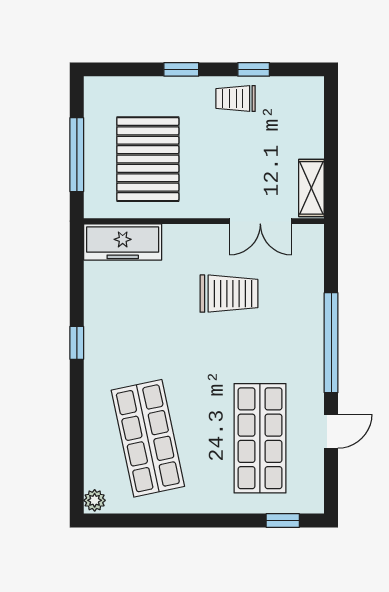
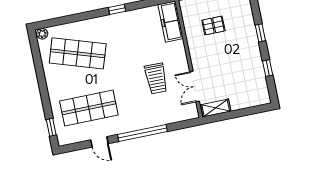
trolley: (236, 98) -> (252, 62), removed
pallet: (148, 159) -> (213, 26), width x0.49, depth x0.50
shop shelf: (148, 438) -> (78, 53), turned 30

